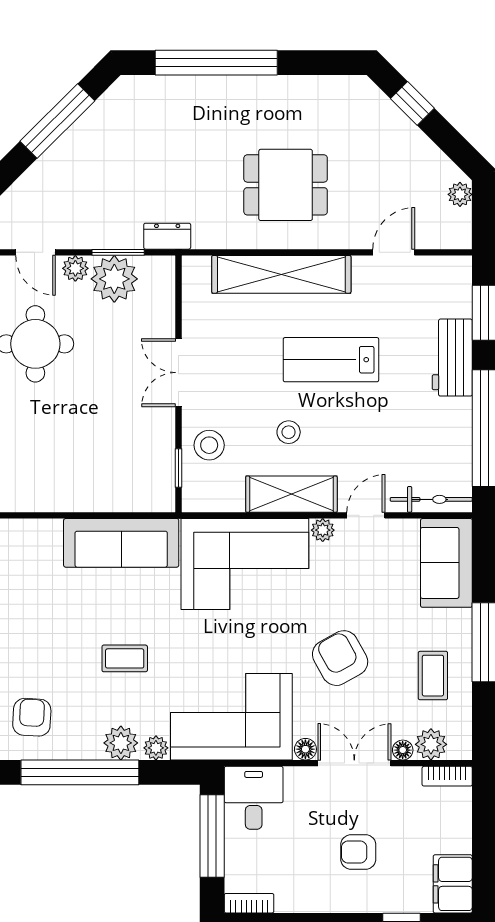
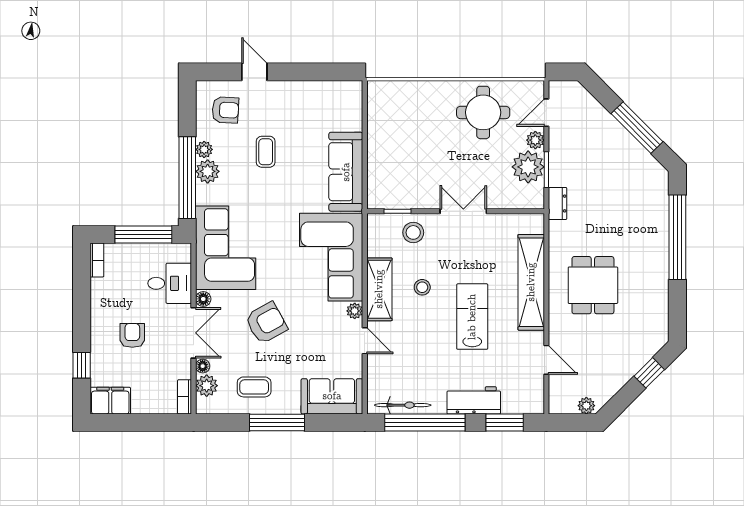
bicycle: (431, 499) -> (403, 405), moved, turned -90
coffee table: (125, 658) -> (266, 152), moved
plant: (156, 748) -> (204, 149), moved
window: (80, 772) -> (187, 178), moved
desk: (254, 798) -> (170, 283), moved

